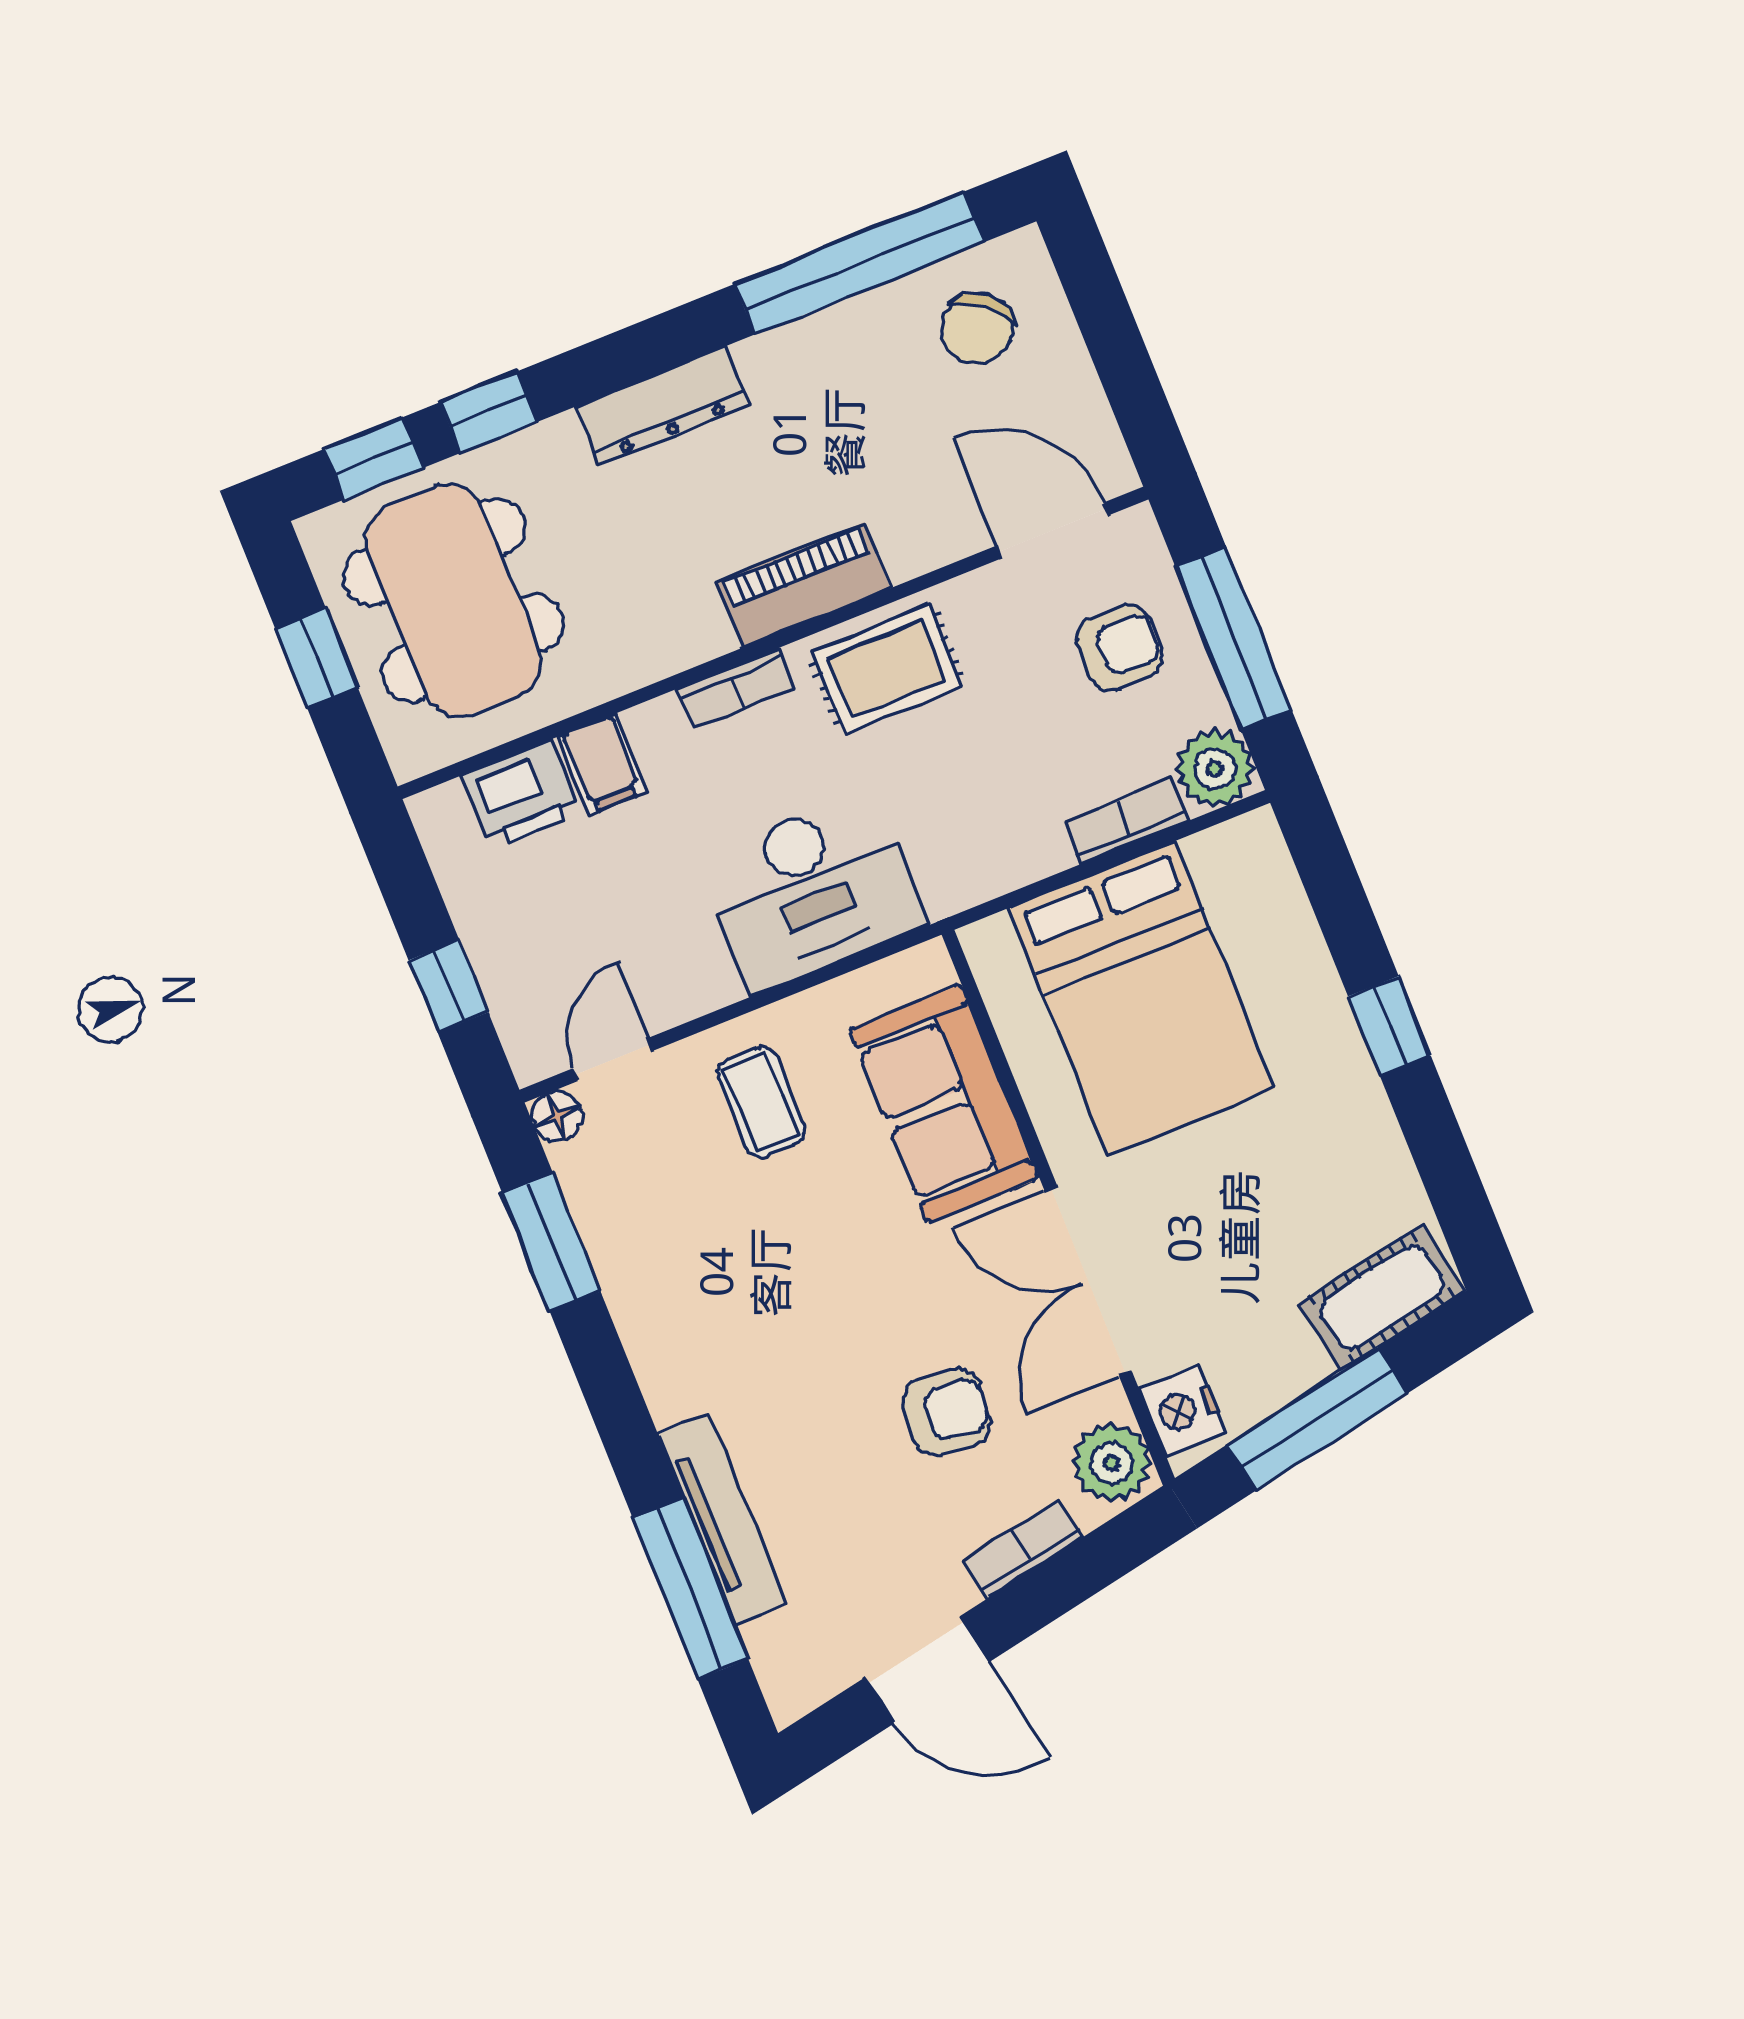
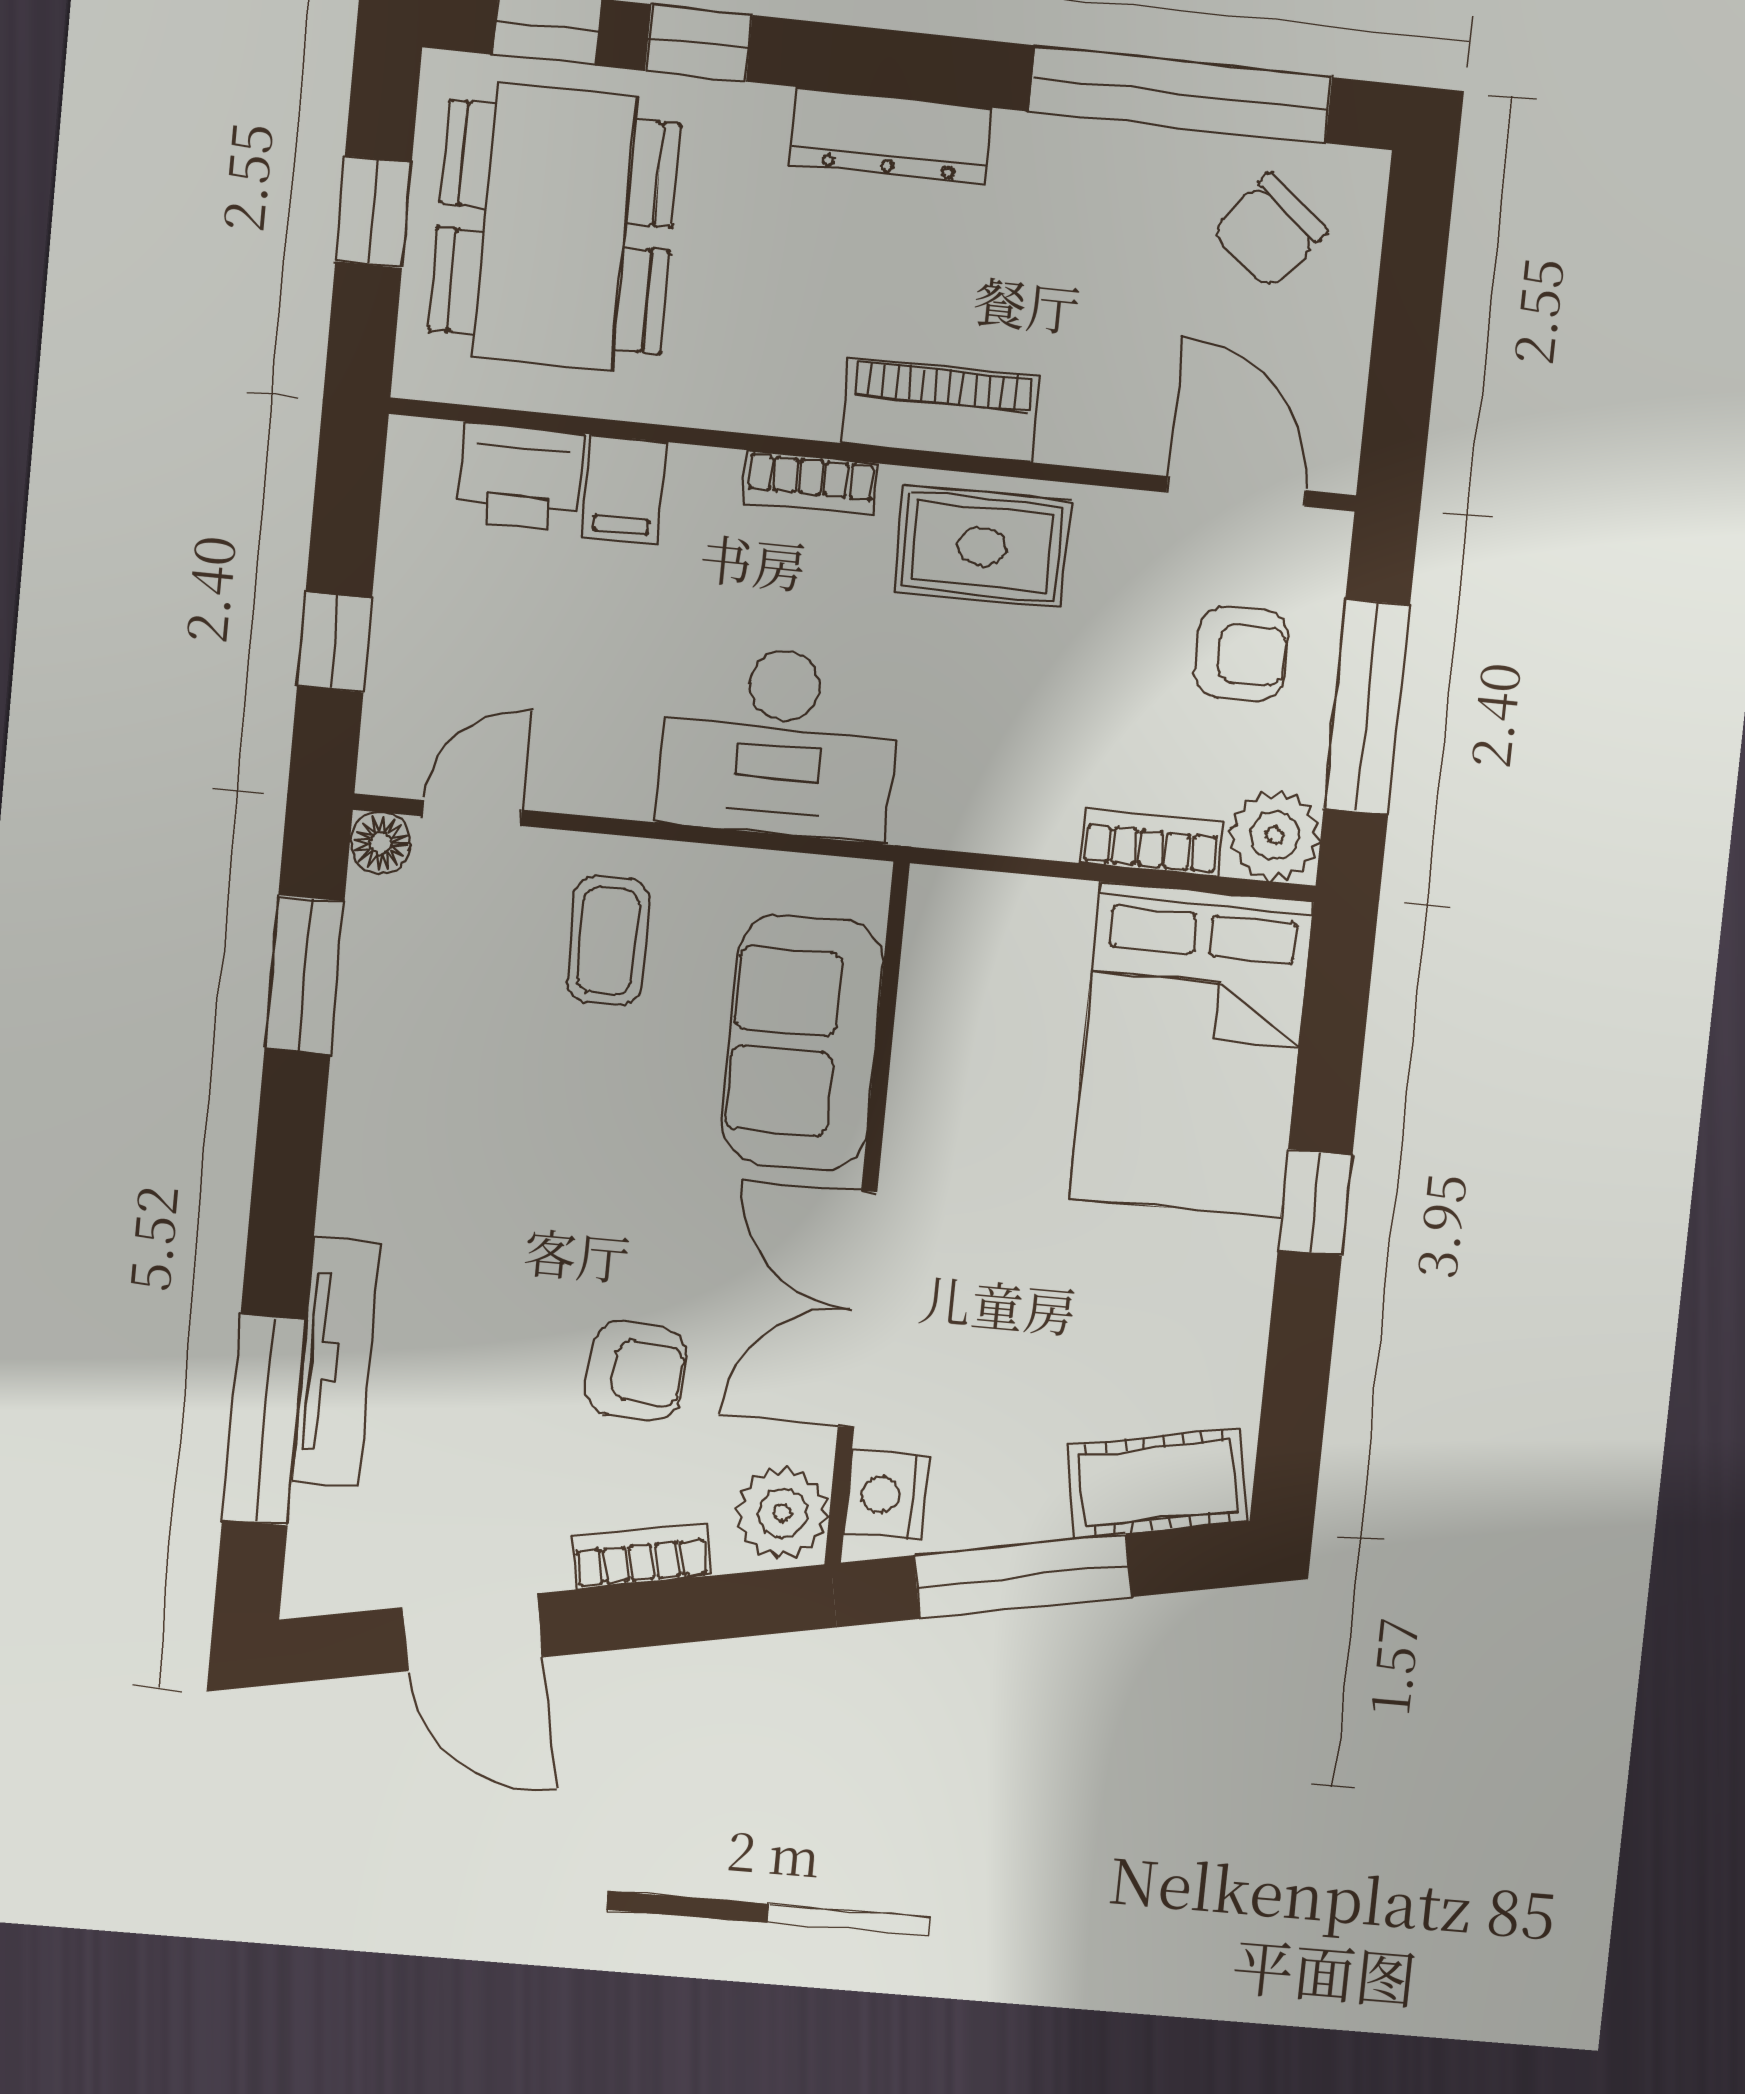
bed: (1141, 998) -> (1191, 1050), moved

